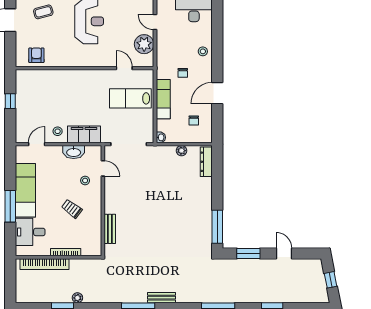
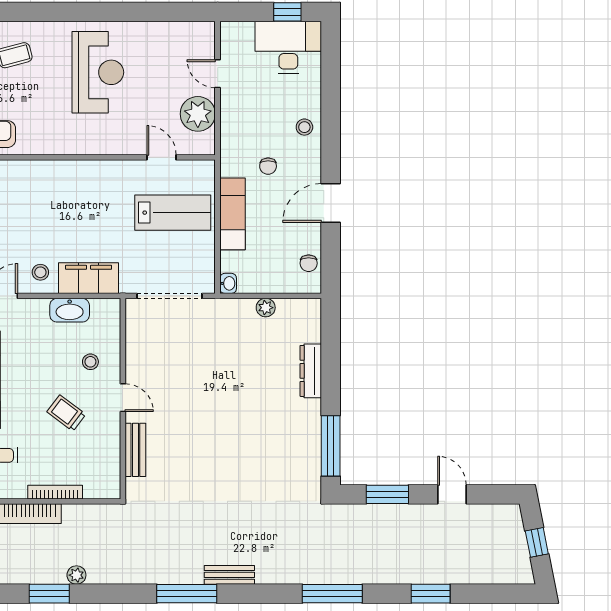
lab bench: (130, 98) -> (173, 213), turned 180
chair: (194, 120) -> (309, 263), moved
dresser: (206, 162) -> (311, 371), moved
door: (103, 168) -> (123, 398), moved

